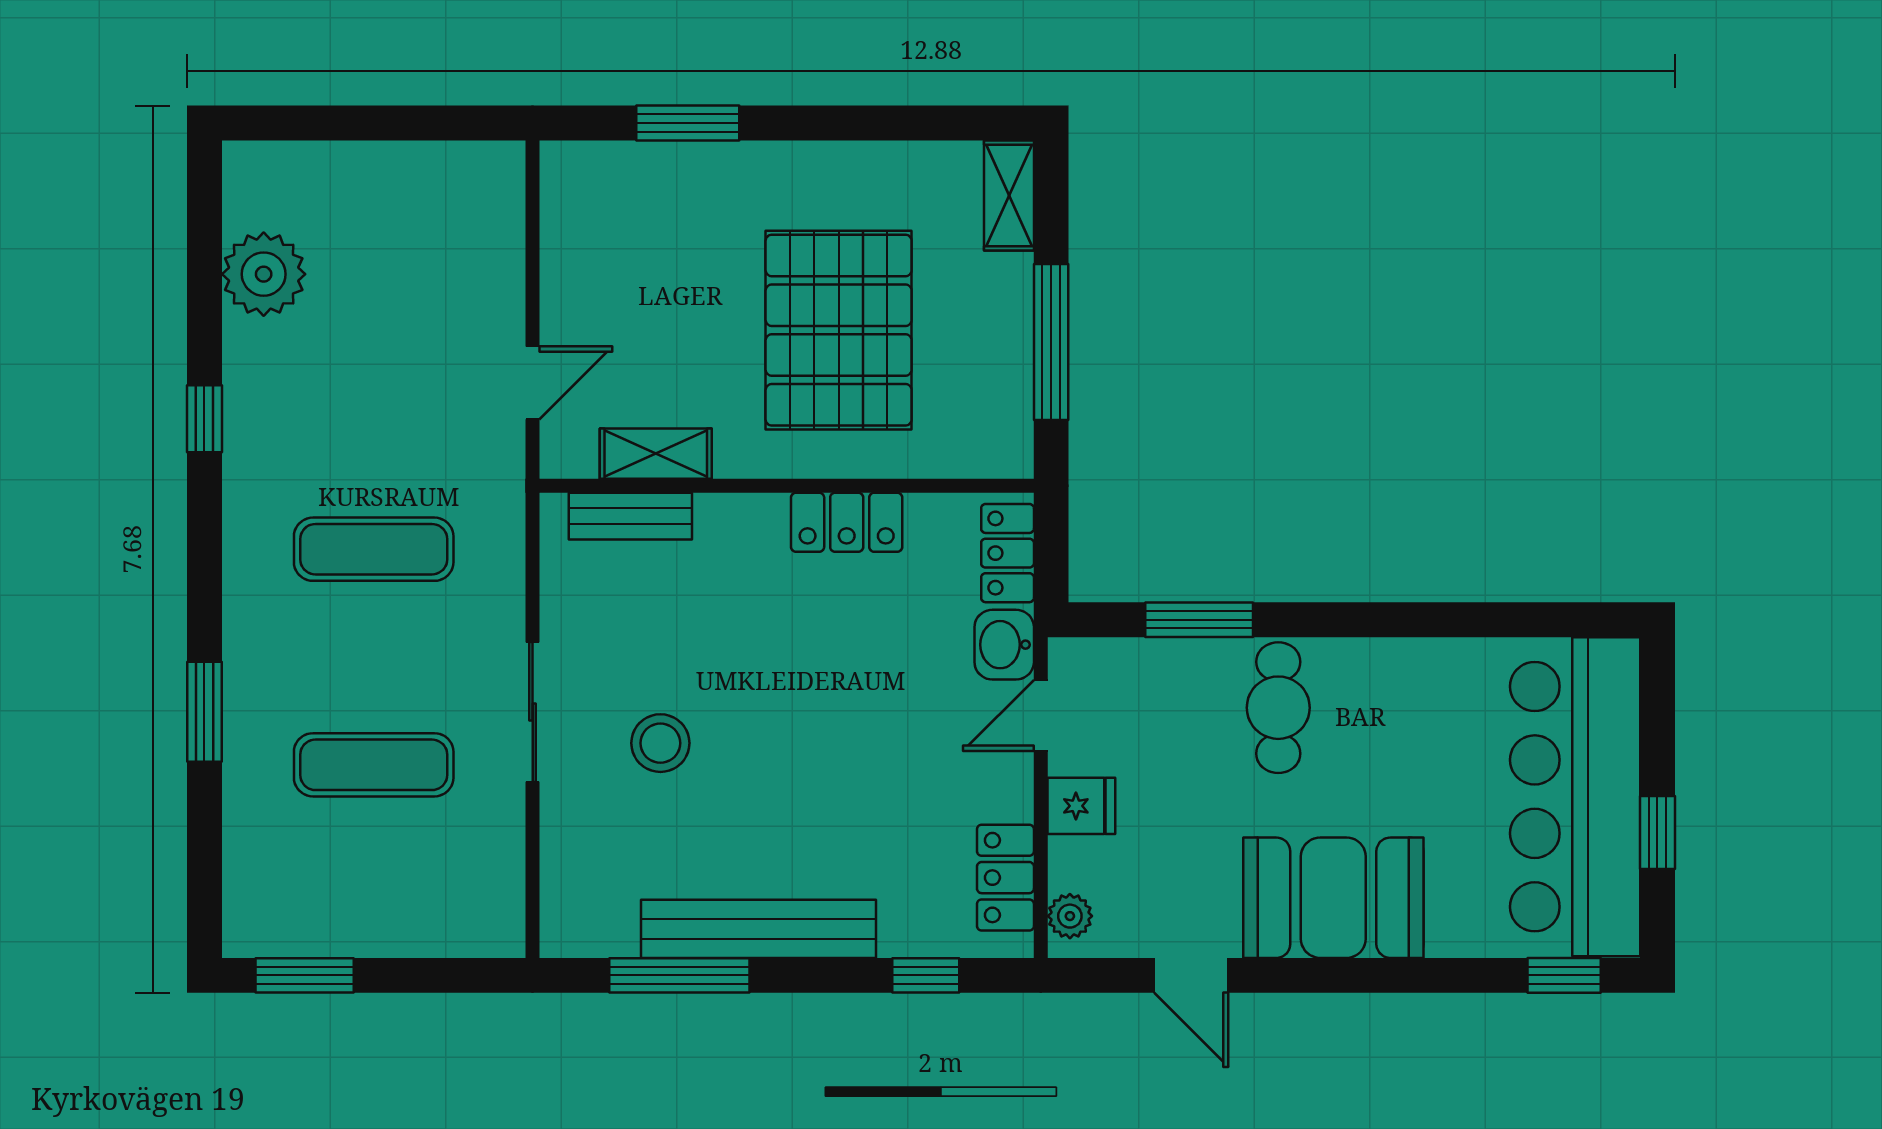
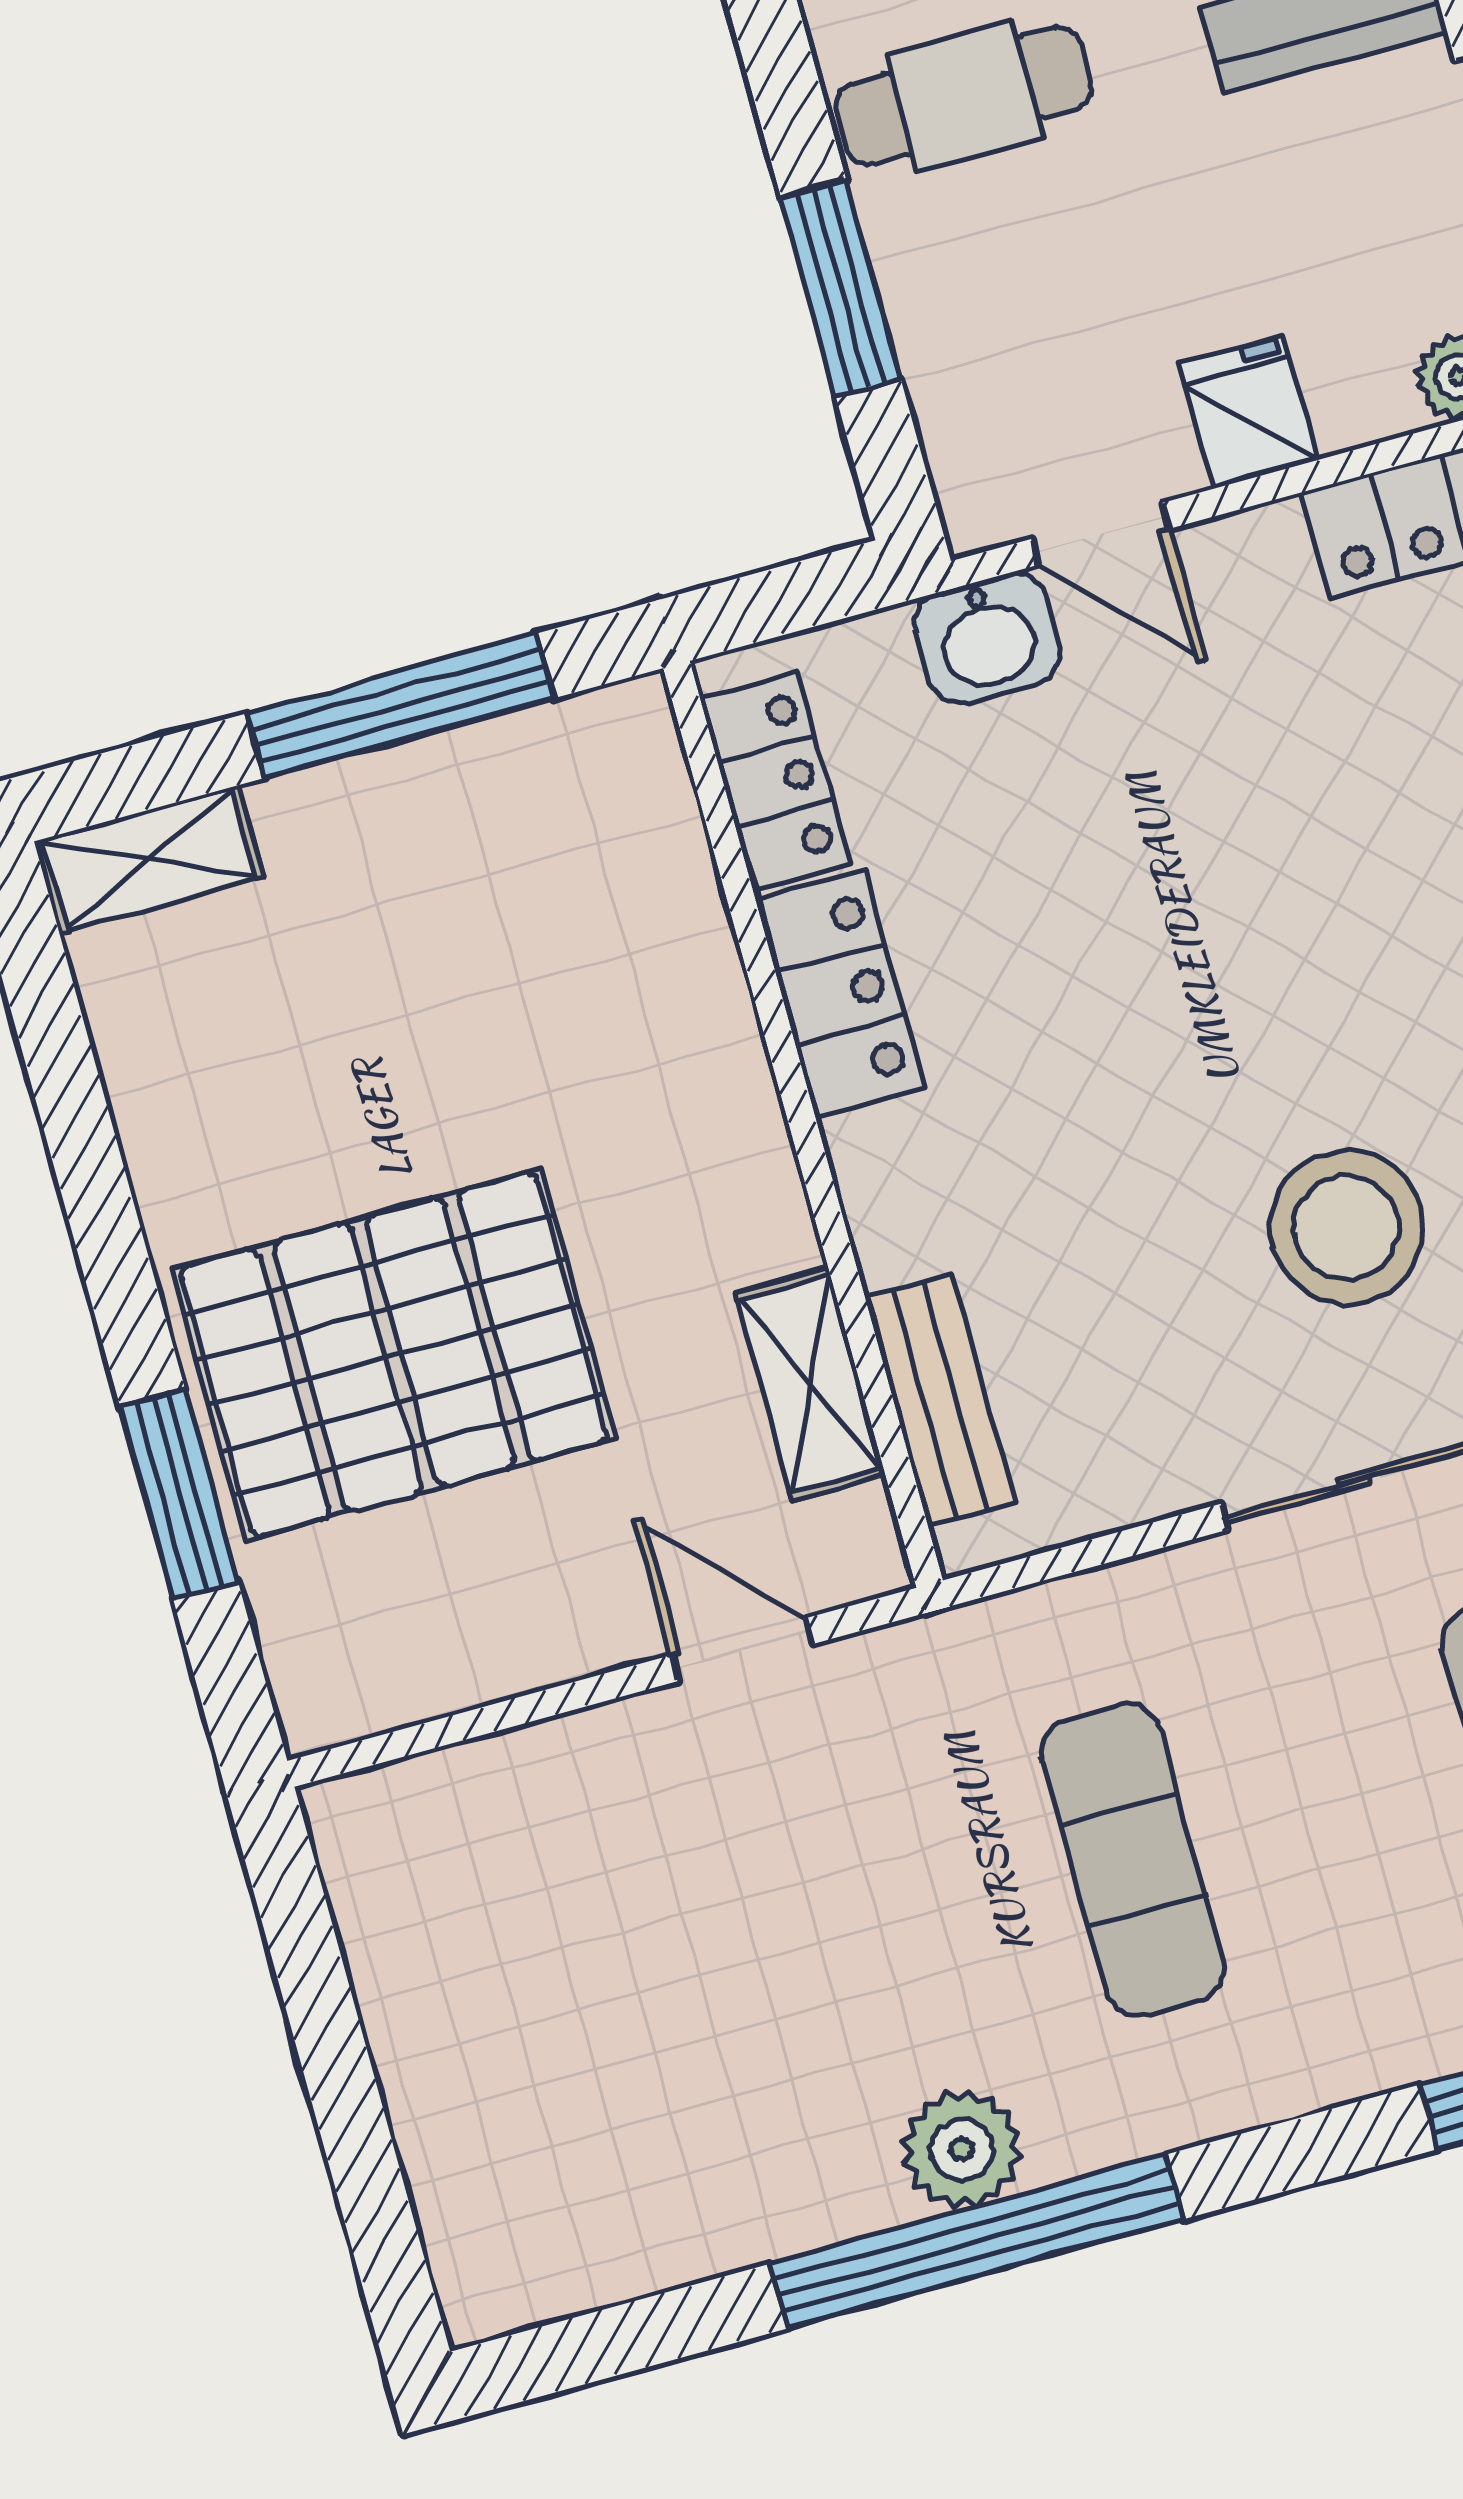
plant: (264, 274) -> (962, 2150), moved, width x0.73, depth x0.73
pallet: (839, 330) -> (394, 1355), moved
window: (204, 419) -> (977, 2242), width x3.17
locker: (1008, 553) -> (775, 781), moved, turned -90
stool: (660, 743) -> (1347, 1227), width x1.38, depth x1.38

